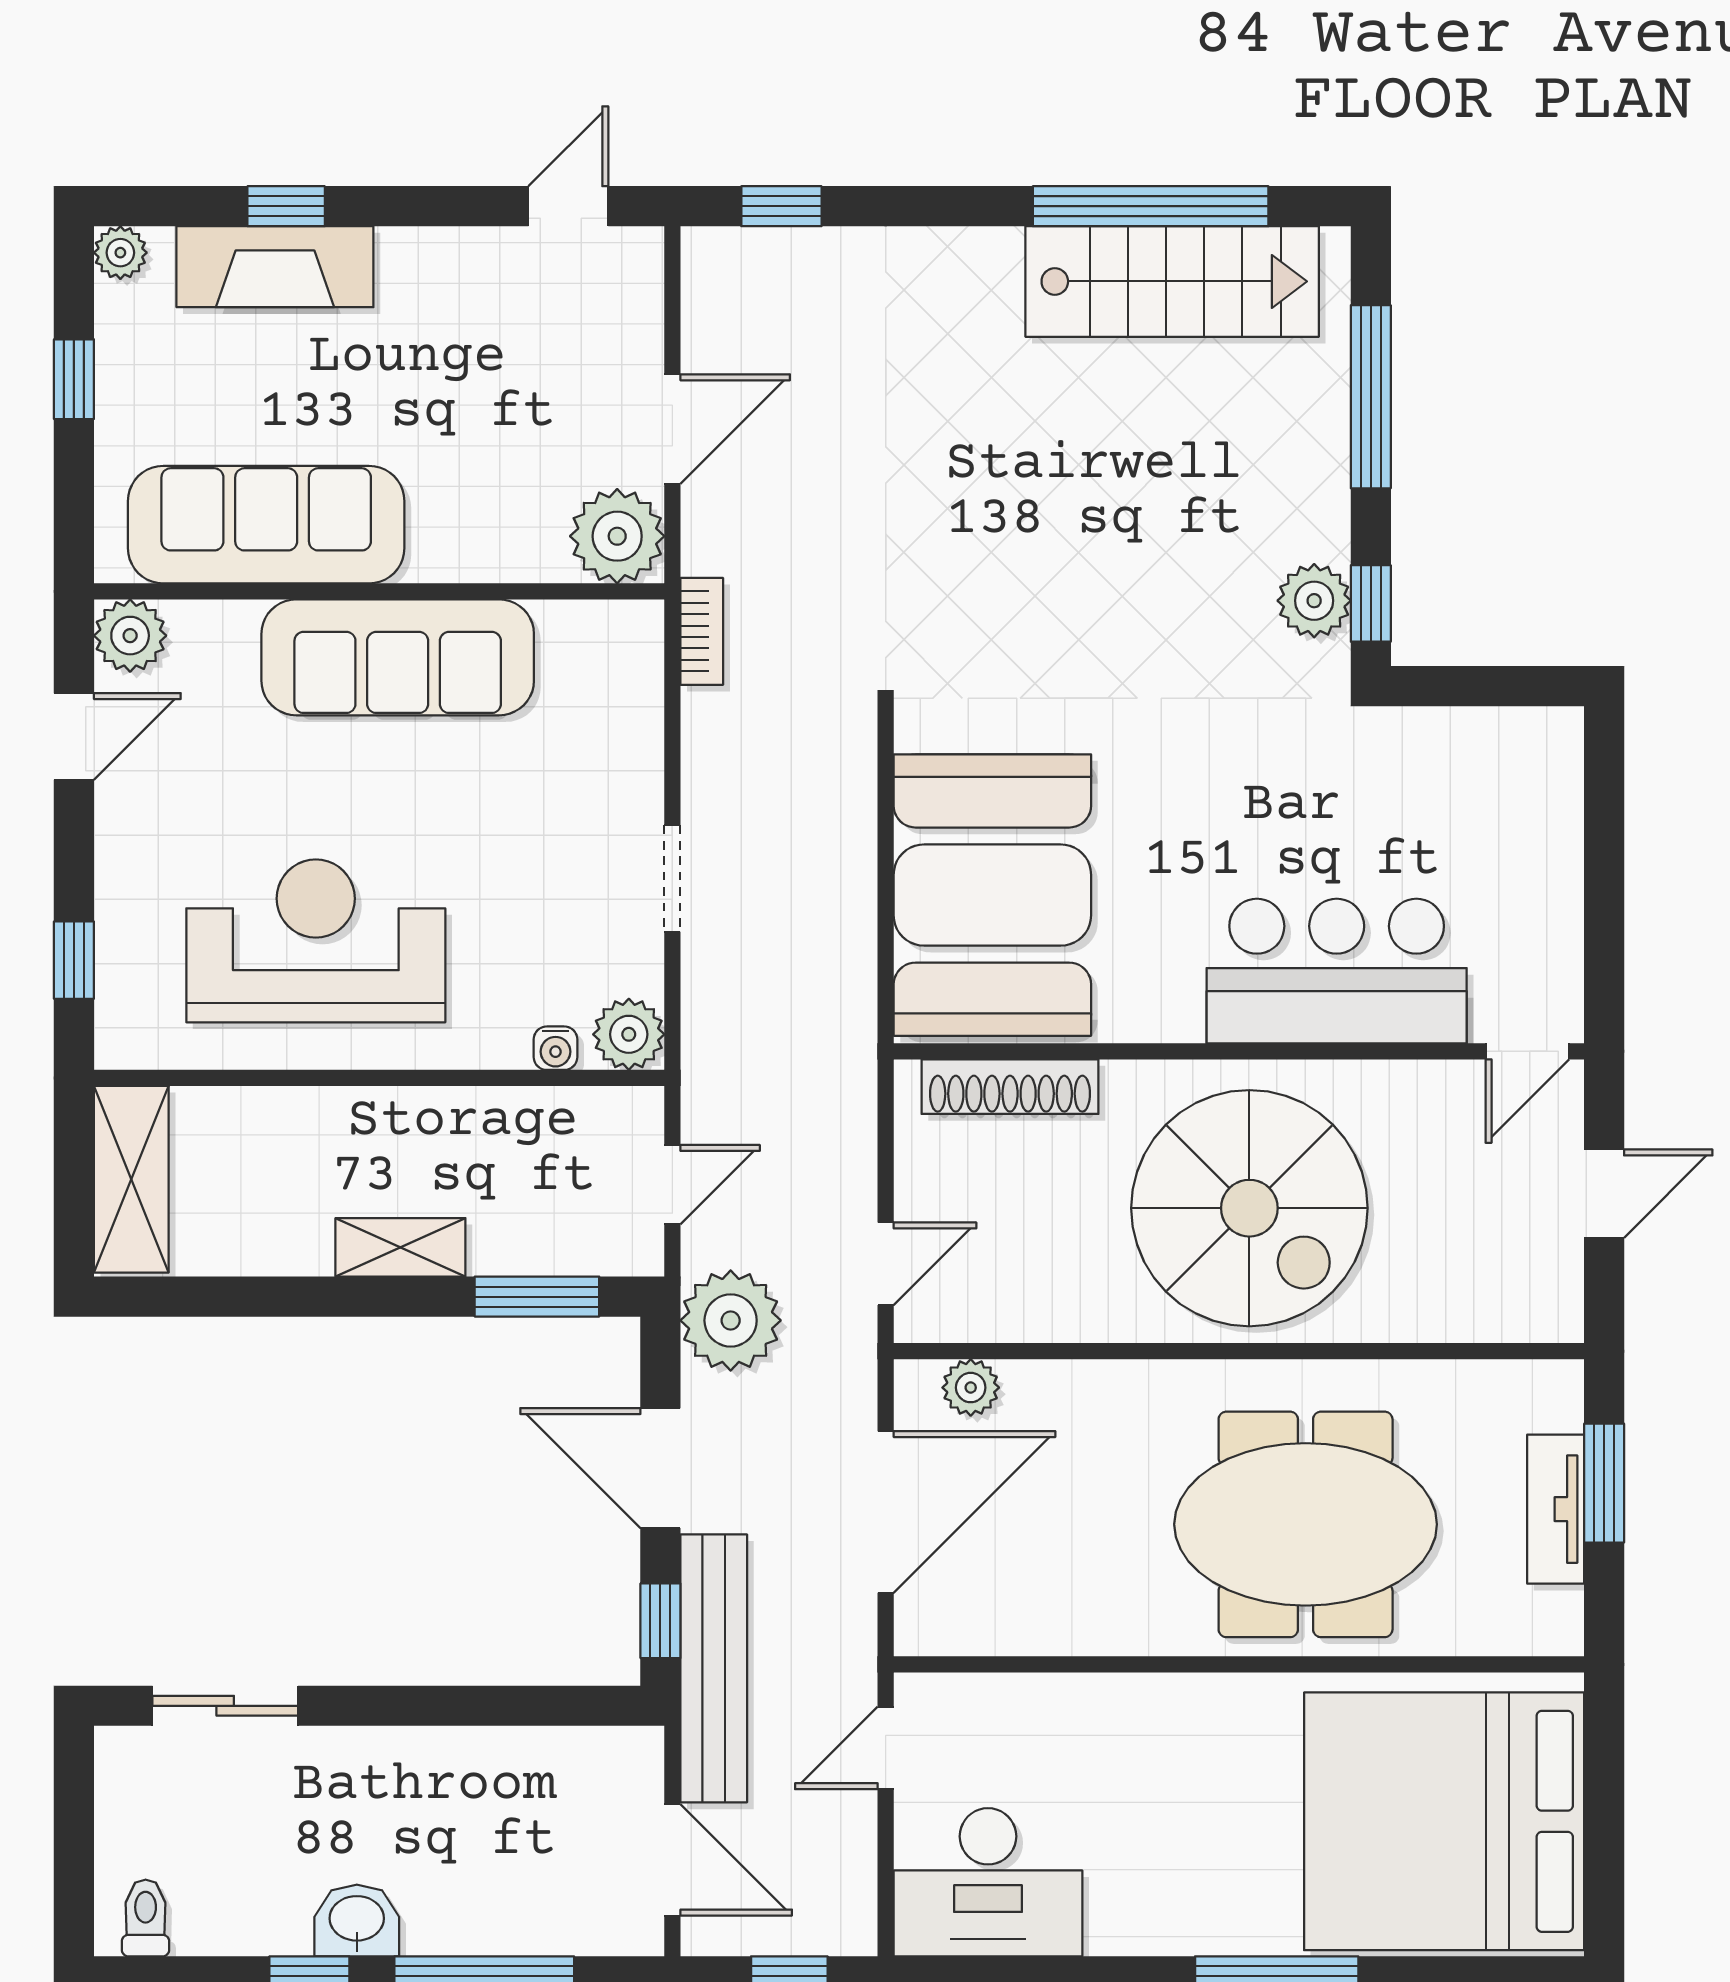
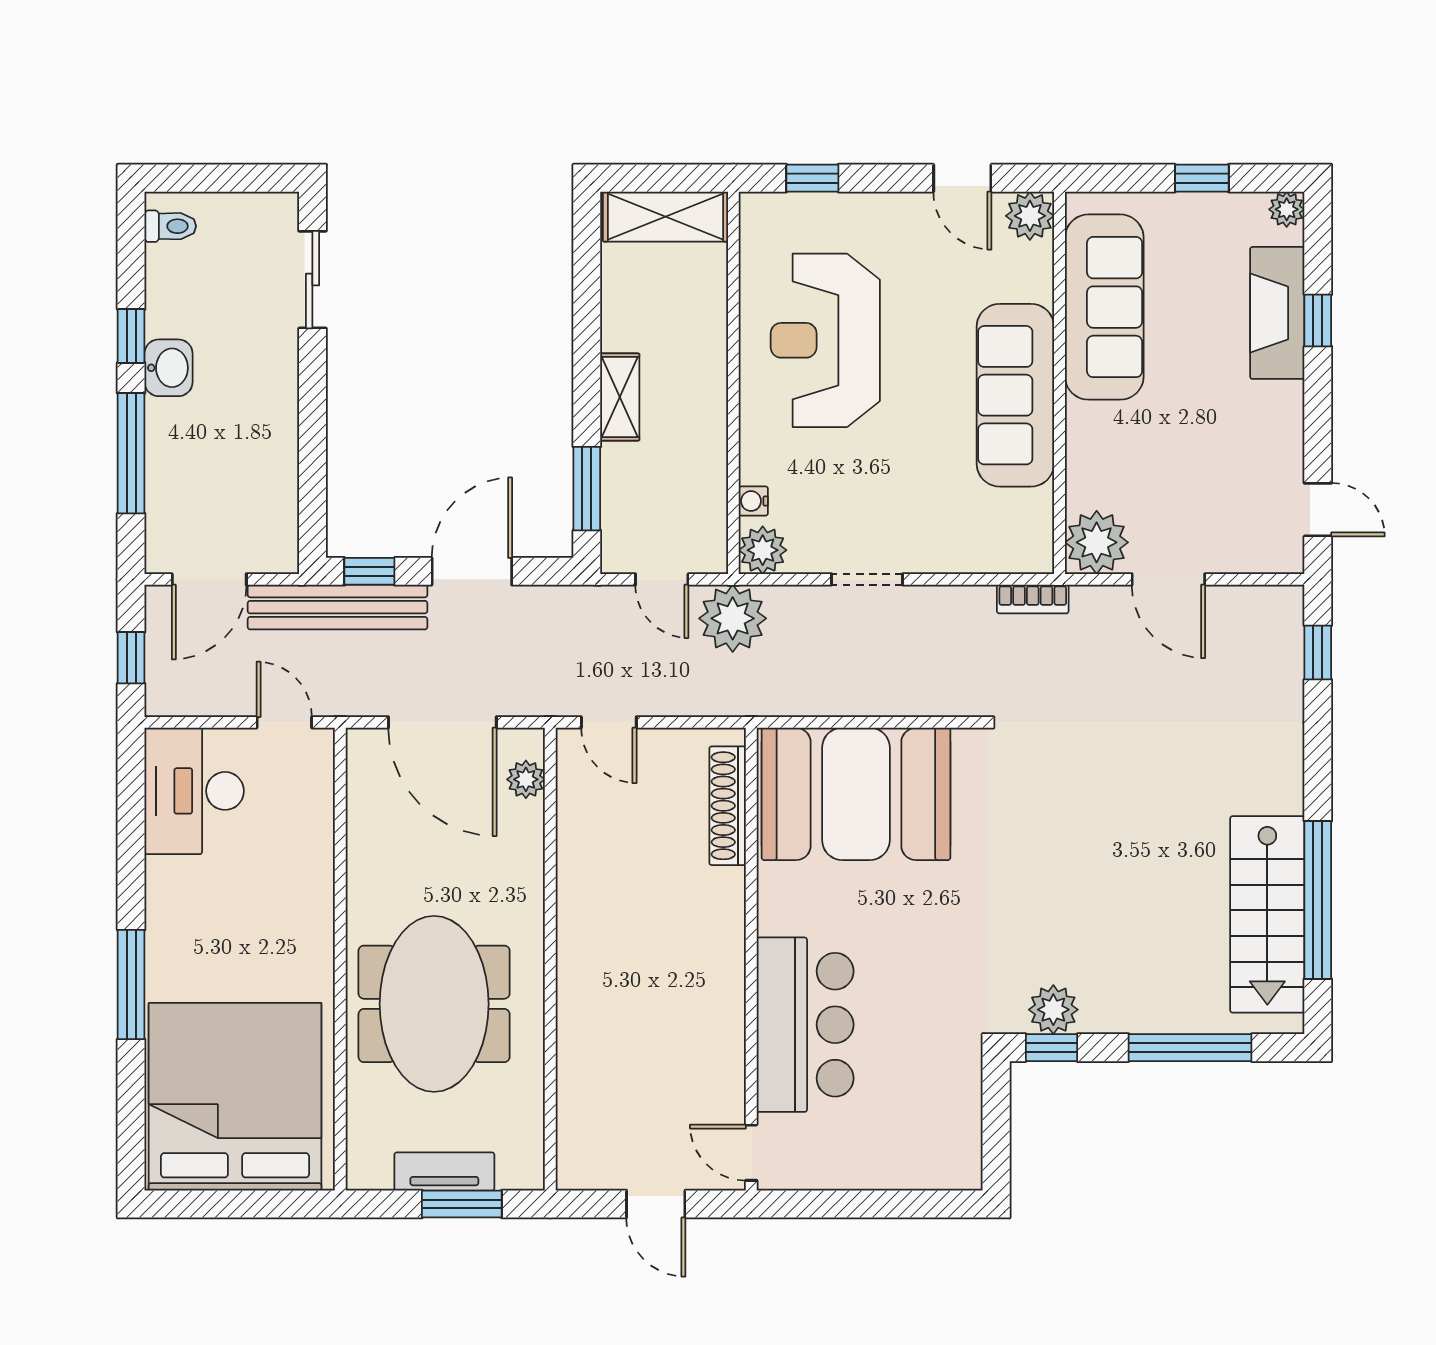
reception desk: (316, 941) -> (825, 340), turned 180
spiral stairs: (1249, 1208) -> (646, 966), removed
plant: (731, 1320) -> (733, 618), moved

